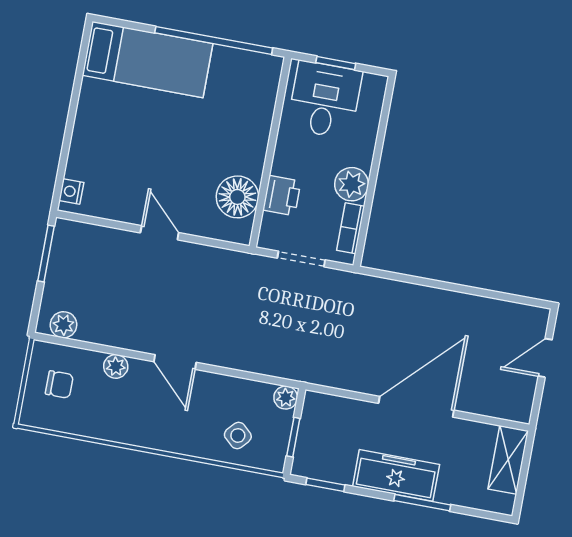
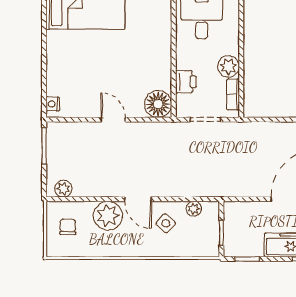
floor lamp: (237, 197) -> (158, 104), moved
plant: (116, 366) -> (108, 216), width x1.87, depth x1.87
chair: (59, 384) -> (68, 227), turned -90
plant: (286, 398) -> (194, 209), moved
side table: (238, 436) -> (166, 223), moved

